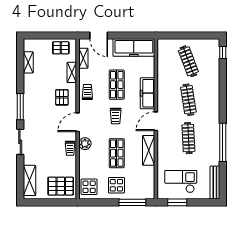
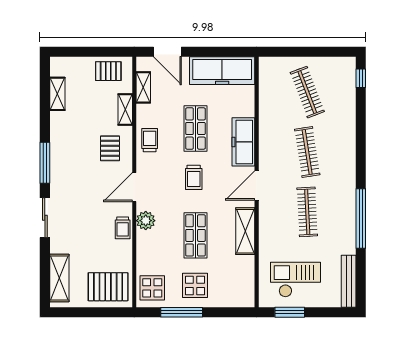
window: (132, 202) -> (182, 312), moved

